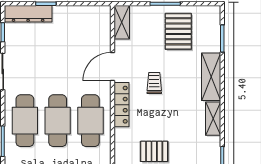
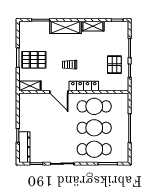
pallet: (178, 31) -> (34, 60), moved

